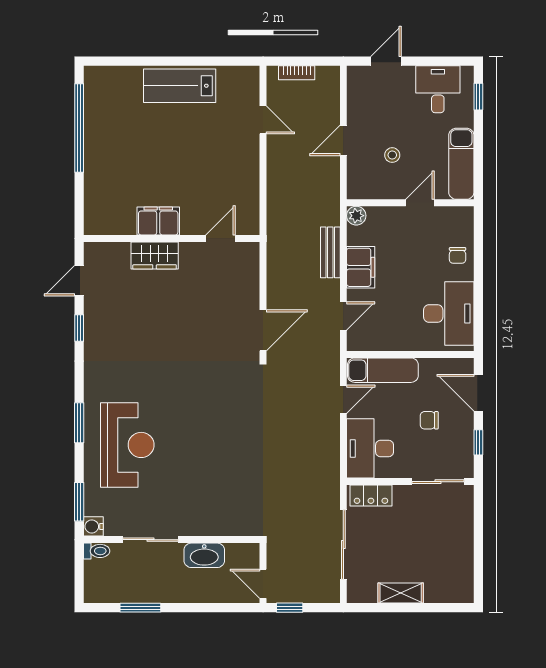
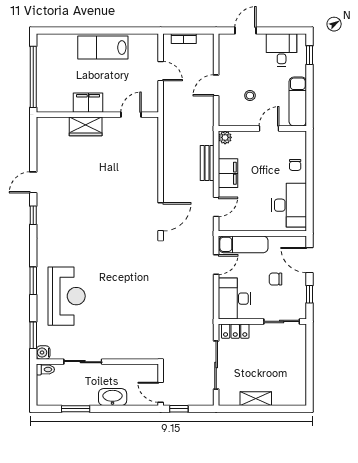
filing cabinet: (158, 221) -> (88, 103), moved
wall: (172, 238) -> (97, 115), moved
door: (220, 238) -> (131, 115), moved
wardrobe: (155, 255) -> (86, 126), moved
washbasin: (204, 555) -> (113, 397), moved, turned 180

